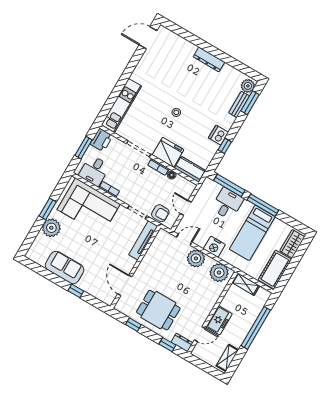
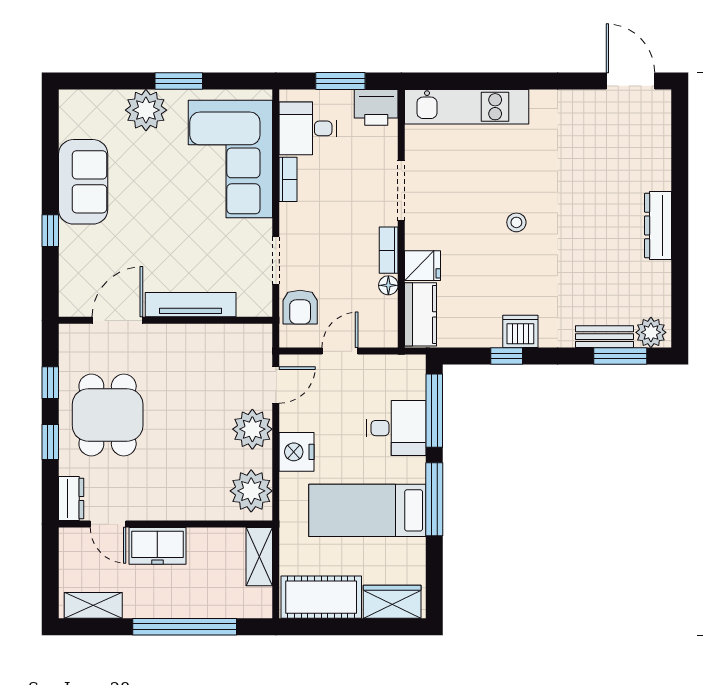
fridge: (168, 152) -> (423, 266), width x0.53, depth x0.75
tv unit: (143, 240) -> (191, 305), moved
door: (184, 240) -> (276, 385), hinge flipped
window: (167, 345) -> (50, 442), moved

